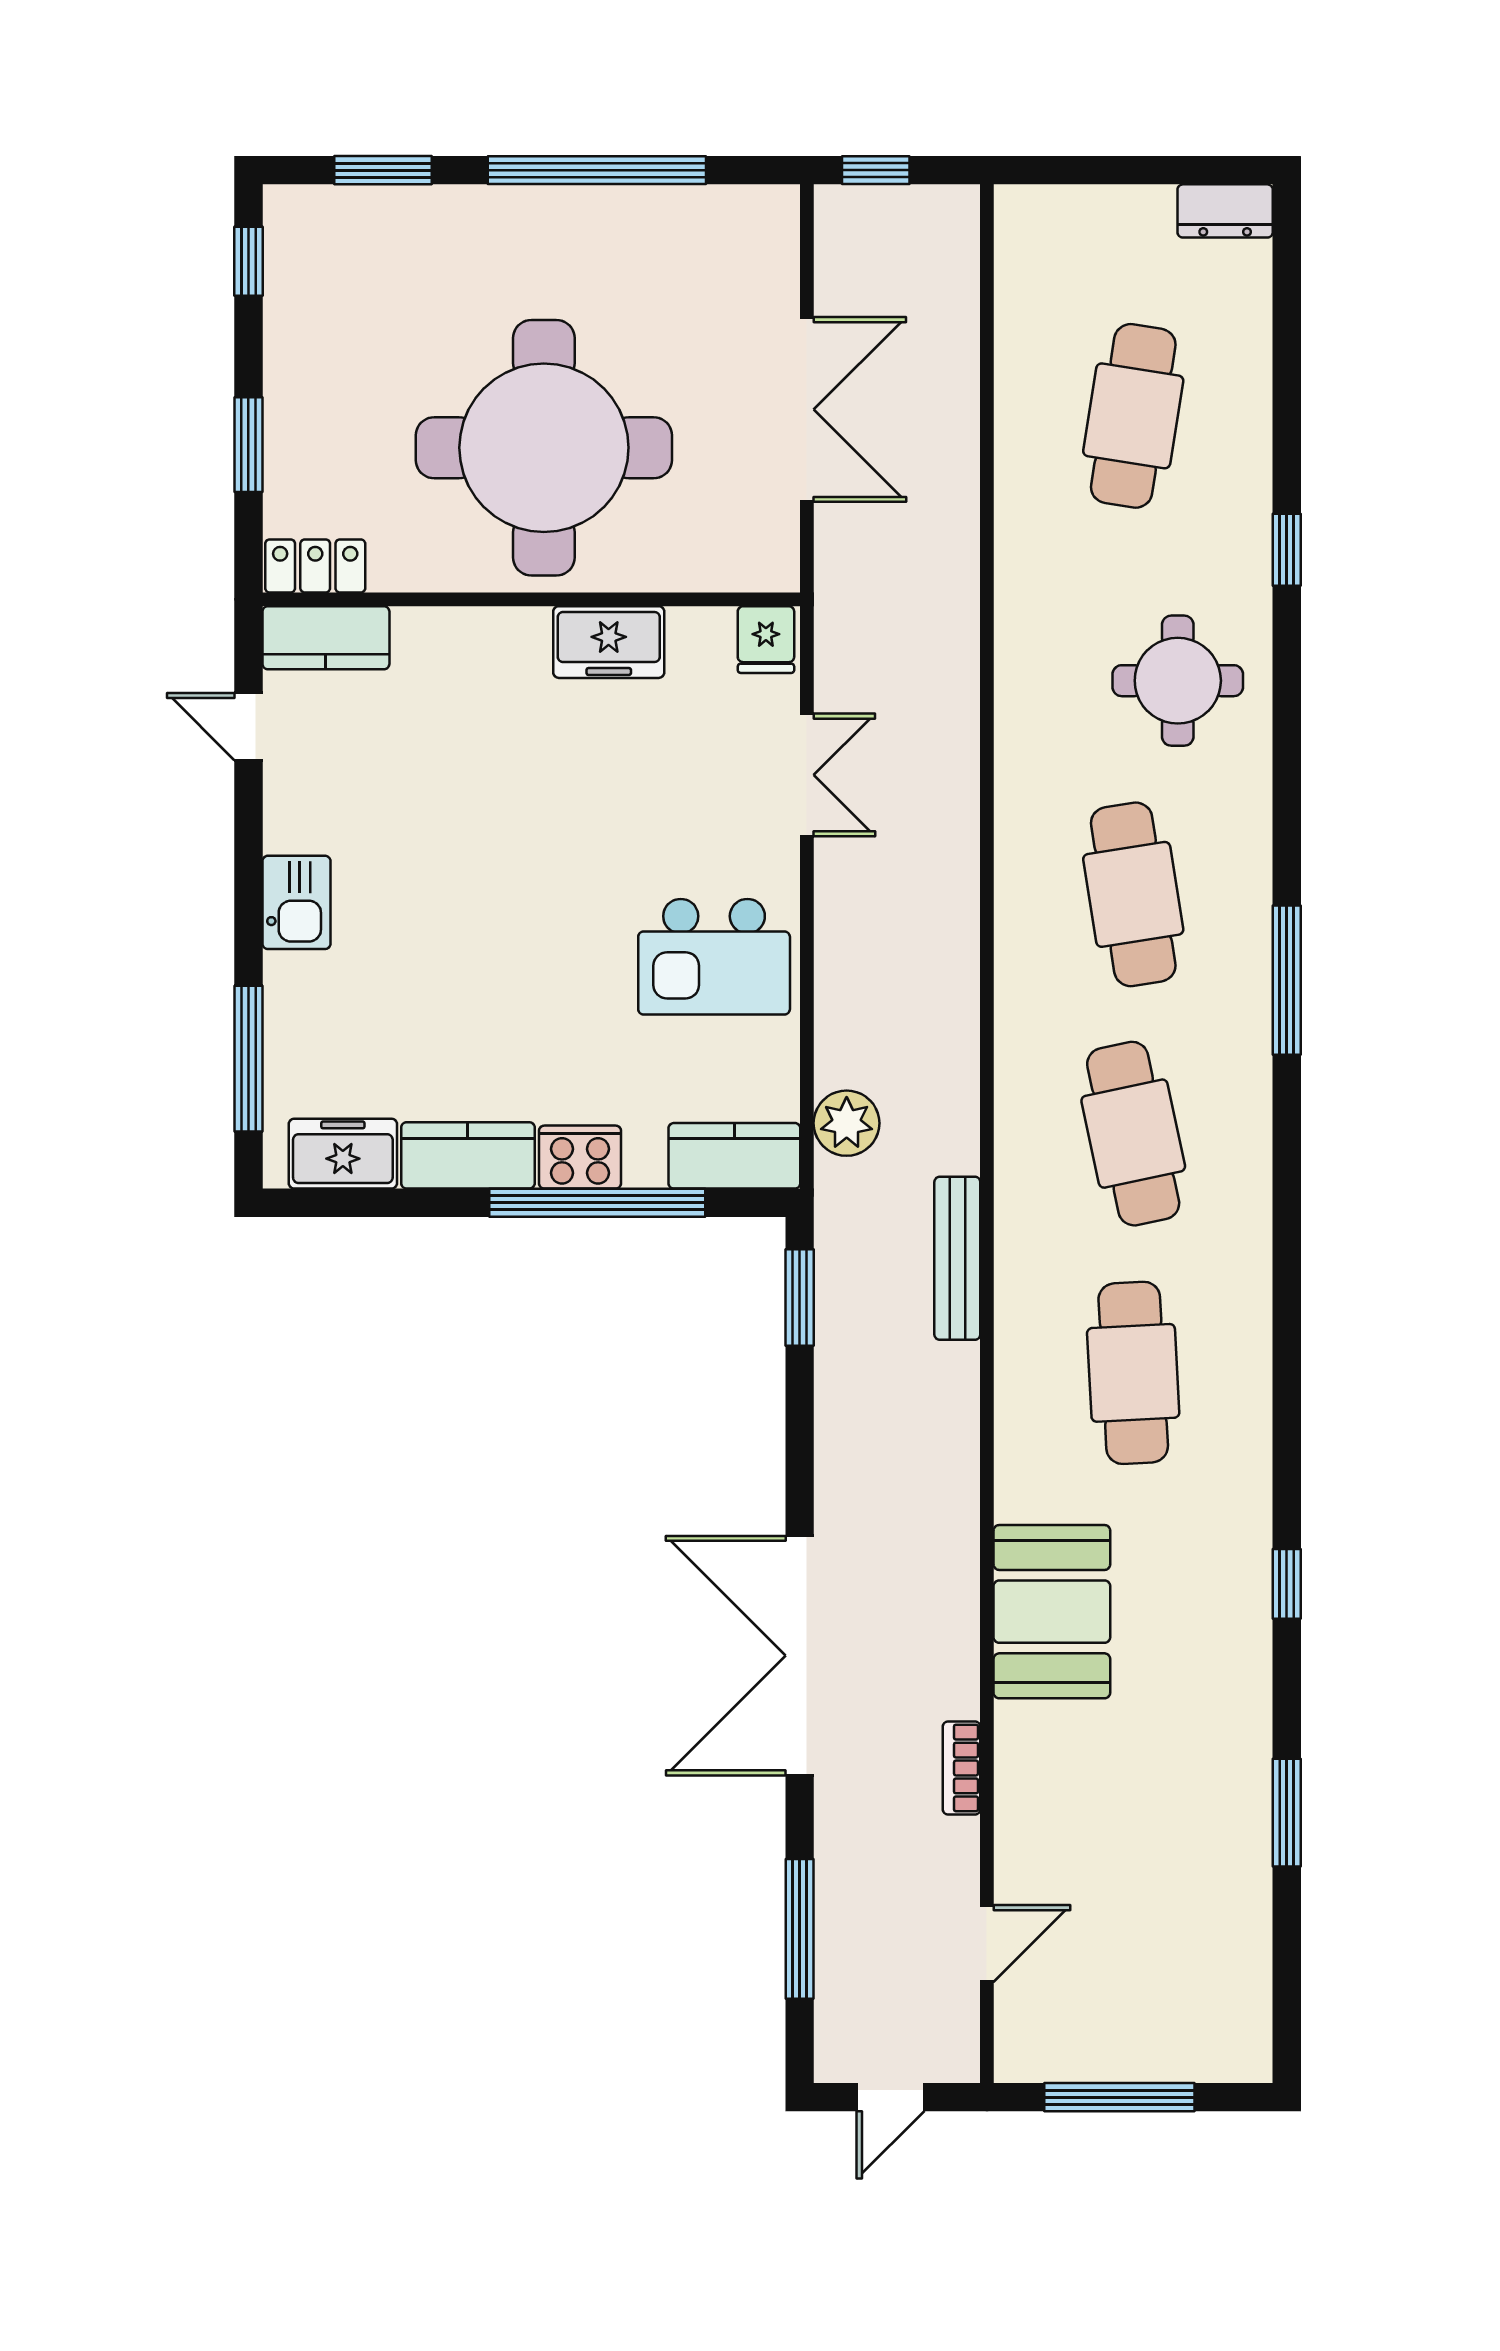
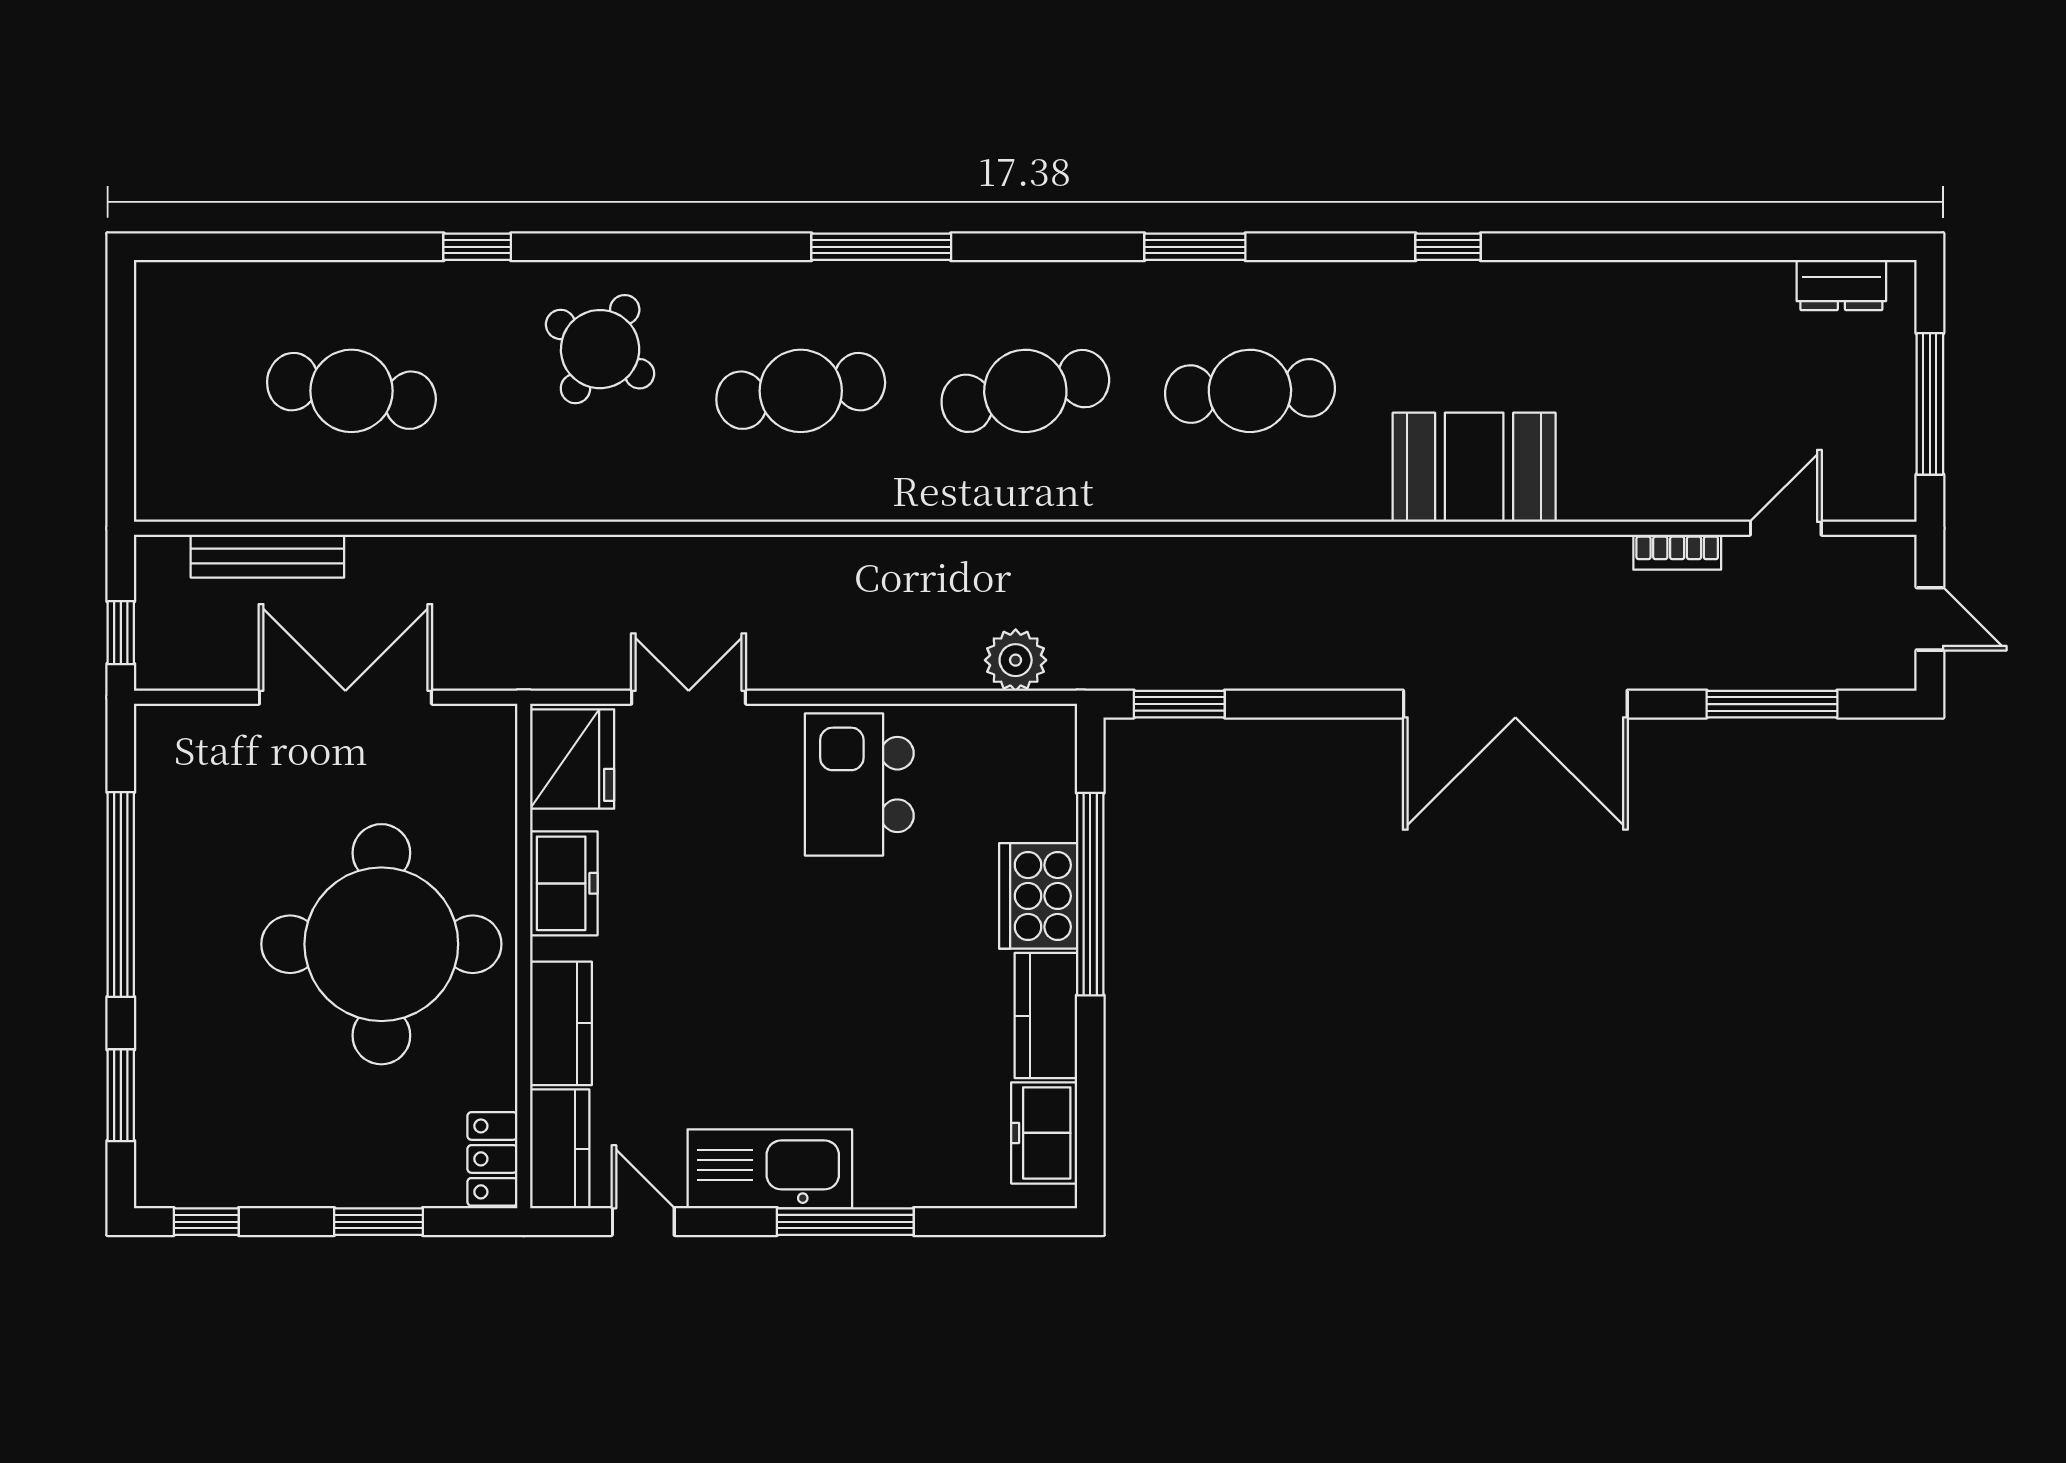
dresser: (1225, 211) -> (1841, 285), moved, turned 90
fridge: (766, 640) -> (572, 759), width x1.88, depth x1.34
round table: (1178, 681) -> (600, 349), turned 32
door: (248, 727) -> (643, 1222), swing flipped
kitchen sink: (296, 902) -> (770, 1169), width x1.88, depth x1.24
kitchen island: (714, 957) -> (859, 784), turned 180
window: (248, 1059) -> (845, 1222), moved
kitchen counter: (734, 1156) -> (561, 1023), moved, turned 180
cooker: (580, 1157) -> (1038, 896), width x1.37, depth x1.31
bench: (957, 1258) -> (267, 556), moved
bookcase: (962, 1768) -> (1677, 552), moved
window: (1287, 1813) -> (1195, 247), moved
door: (987, 1944) -> (1786, 528), hinge flipped

